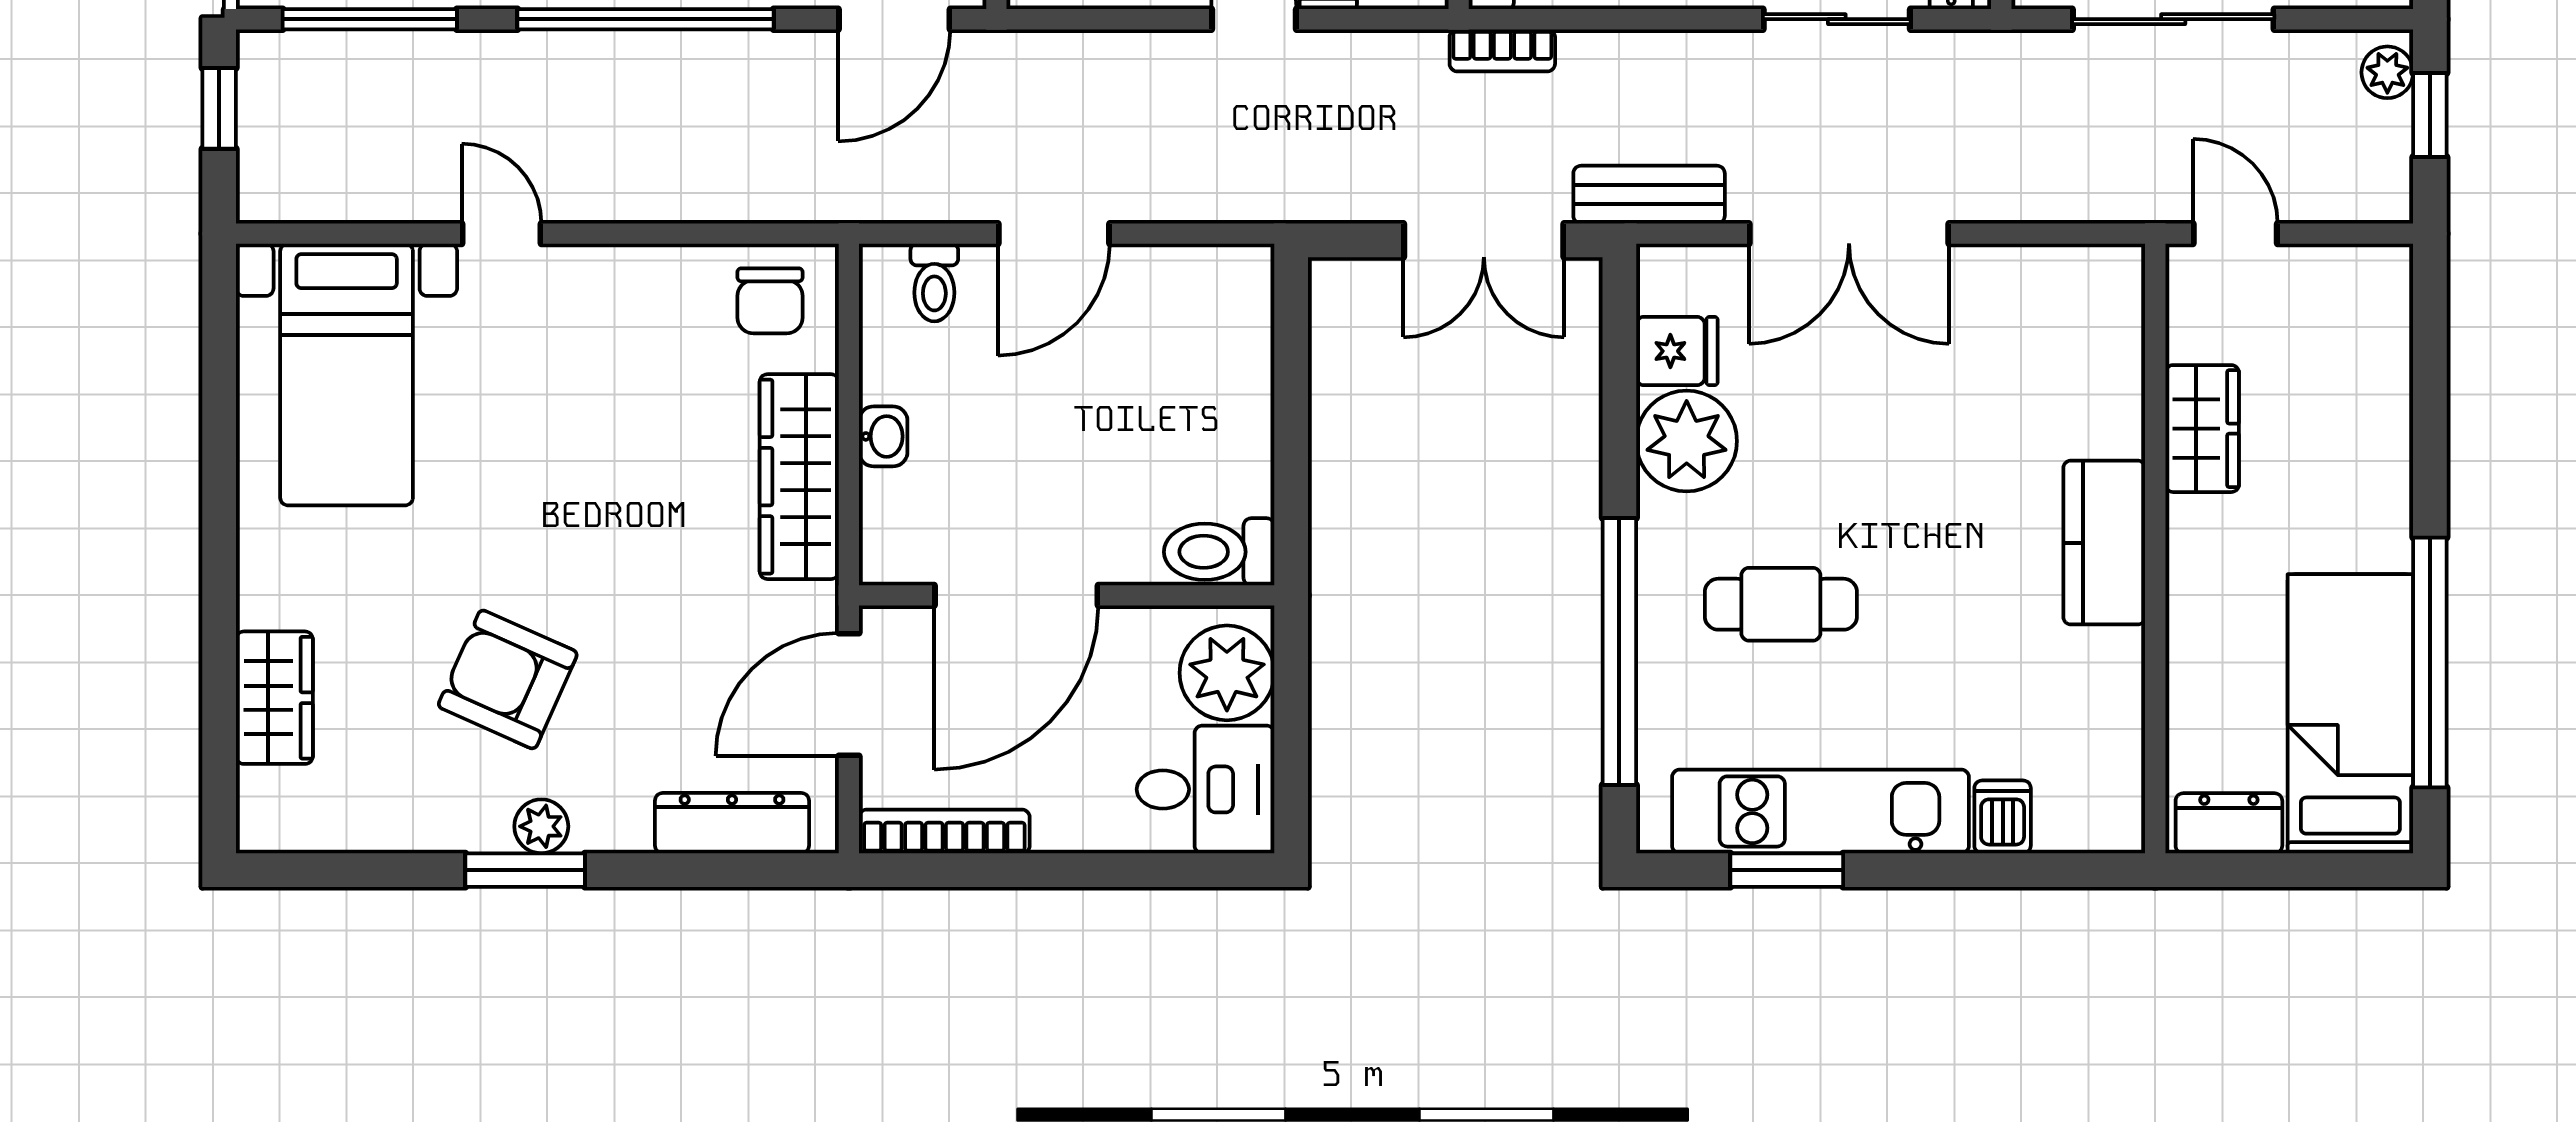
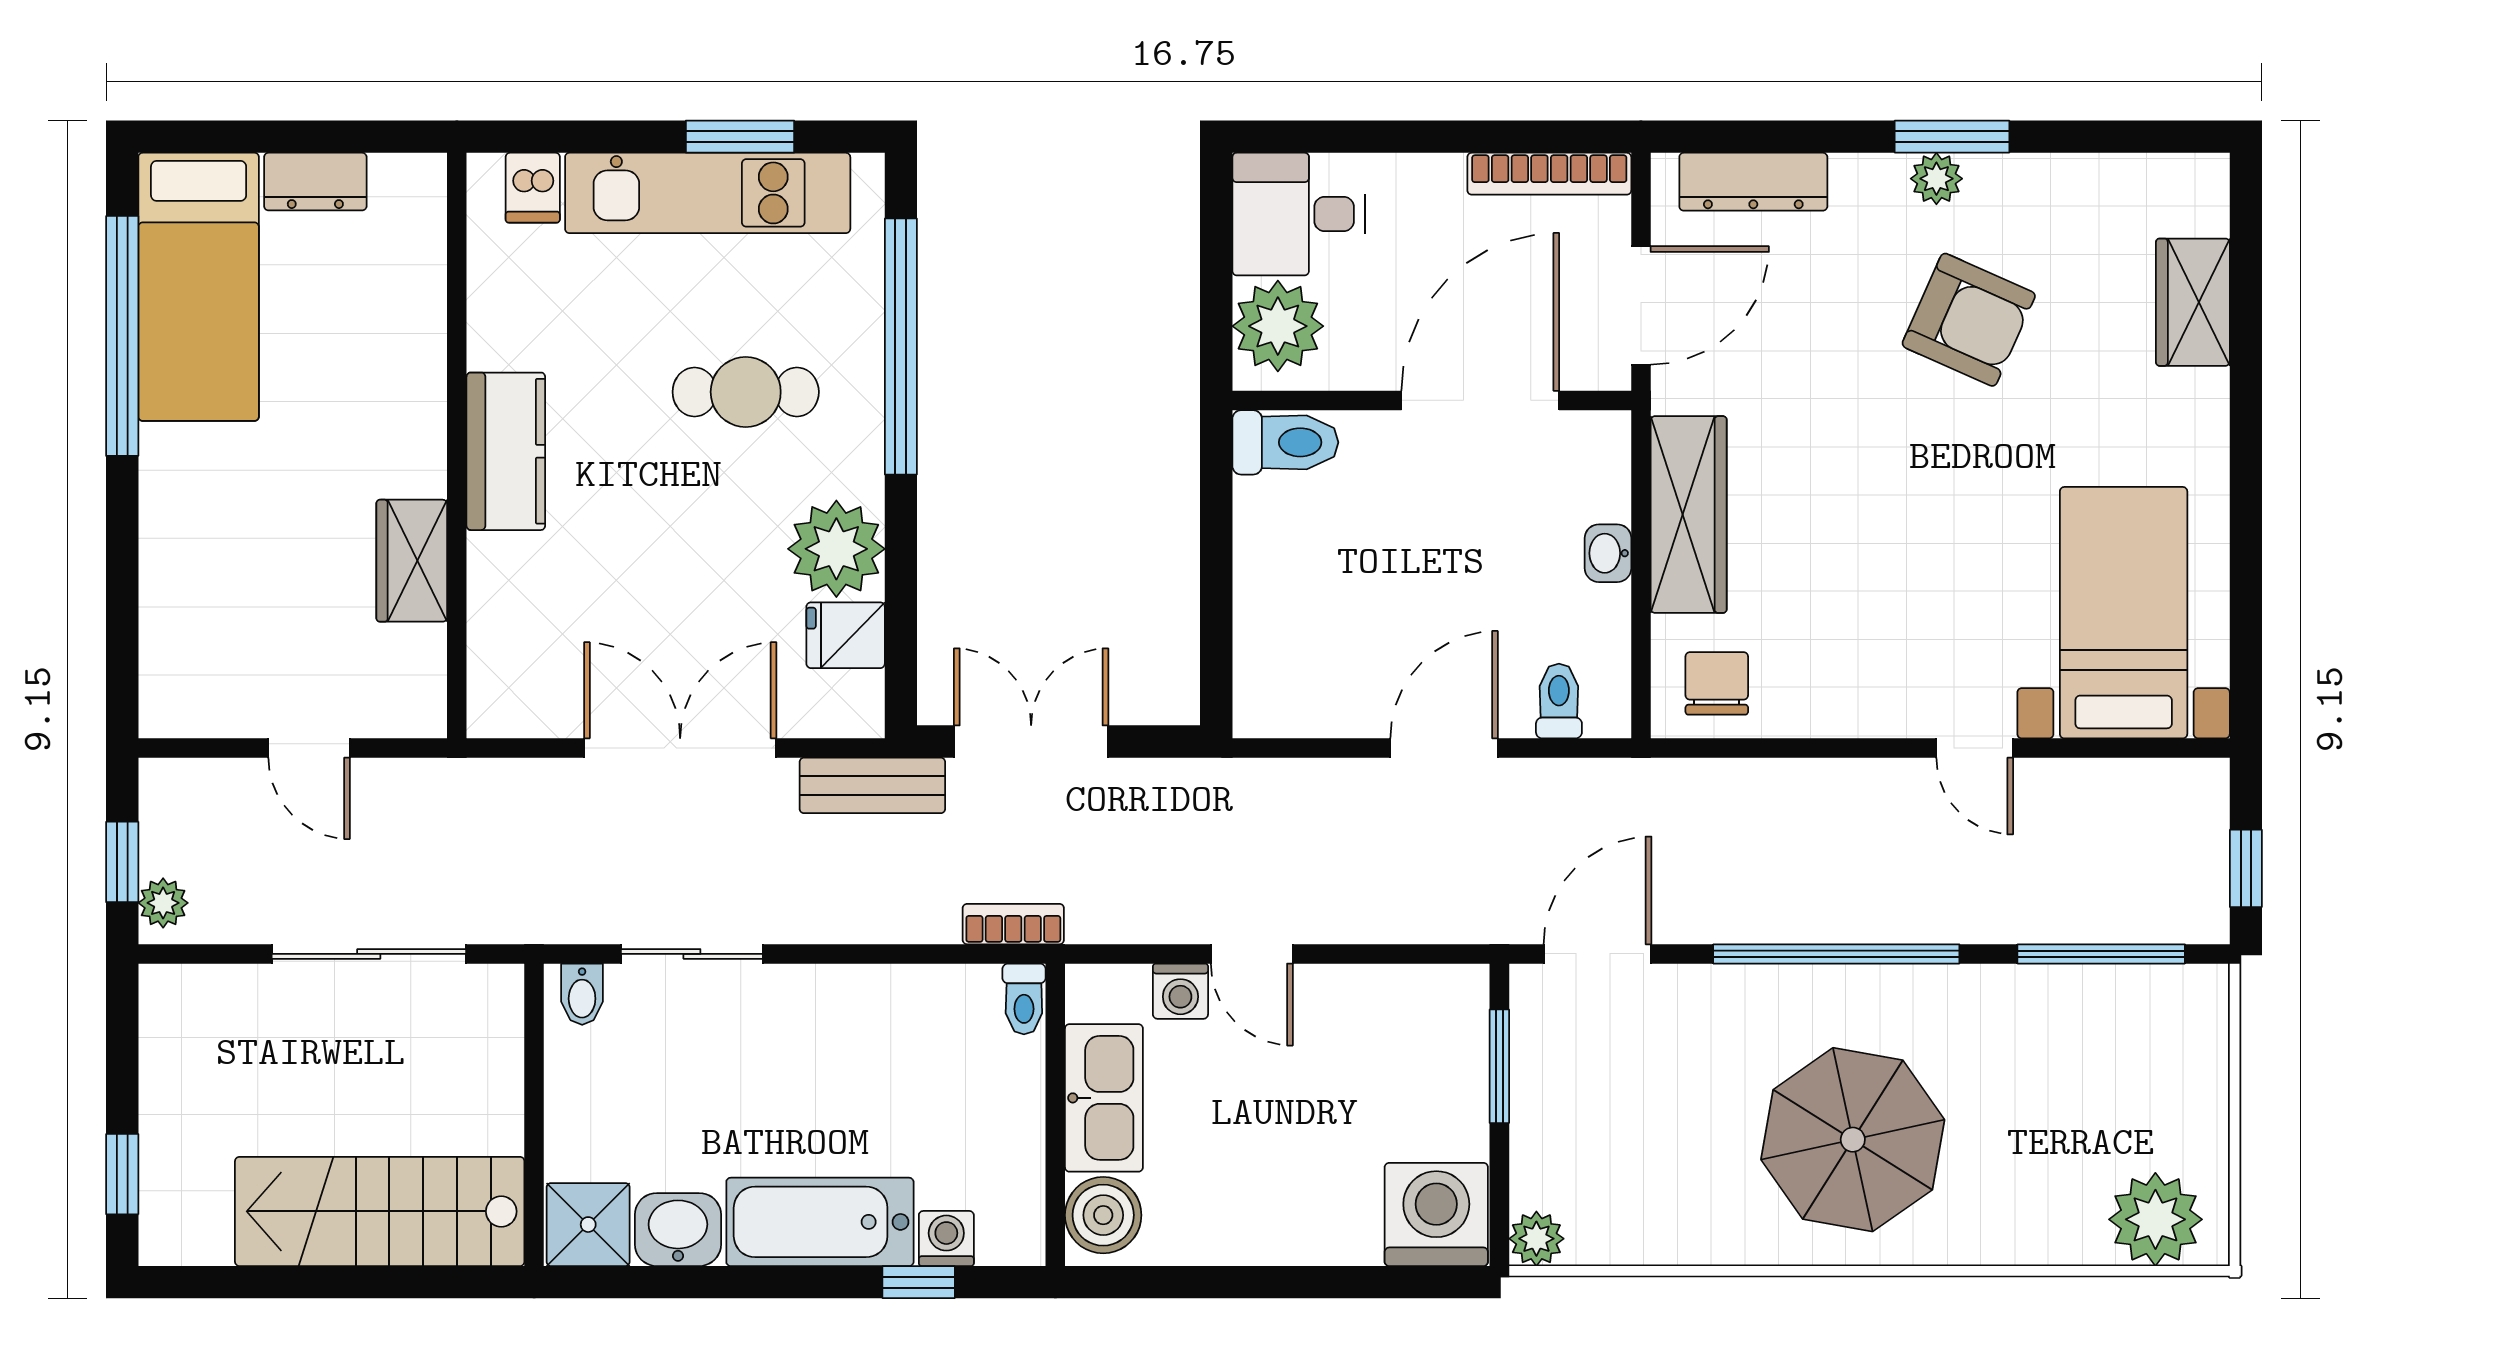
wardrobe: (2202, 429) -> (412, 561), moved
kitchen counter: (2104, 543) -> (506, 451), moved
wall: (2155, 548) -> (457, 446), moved

